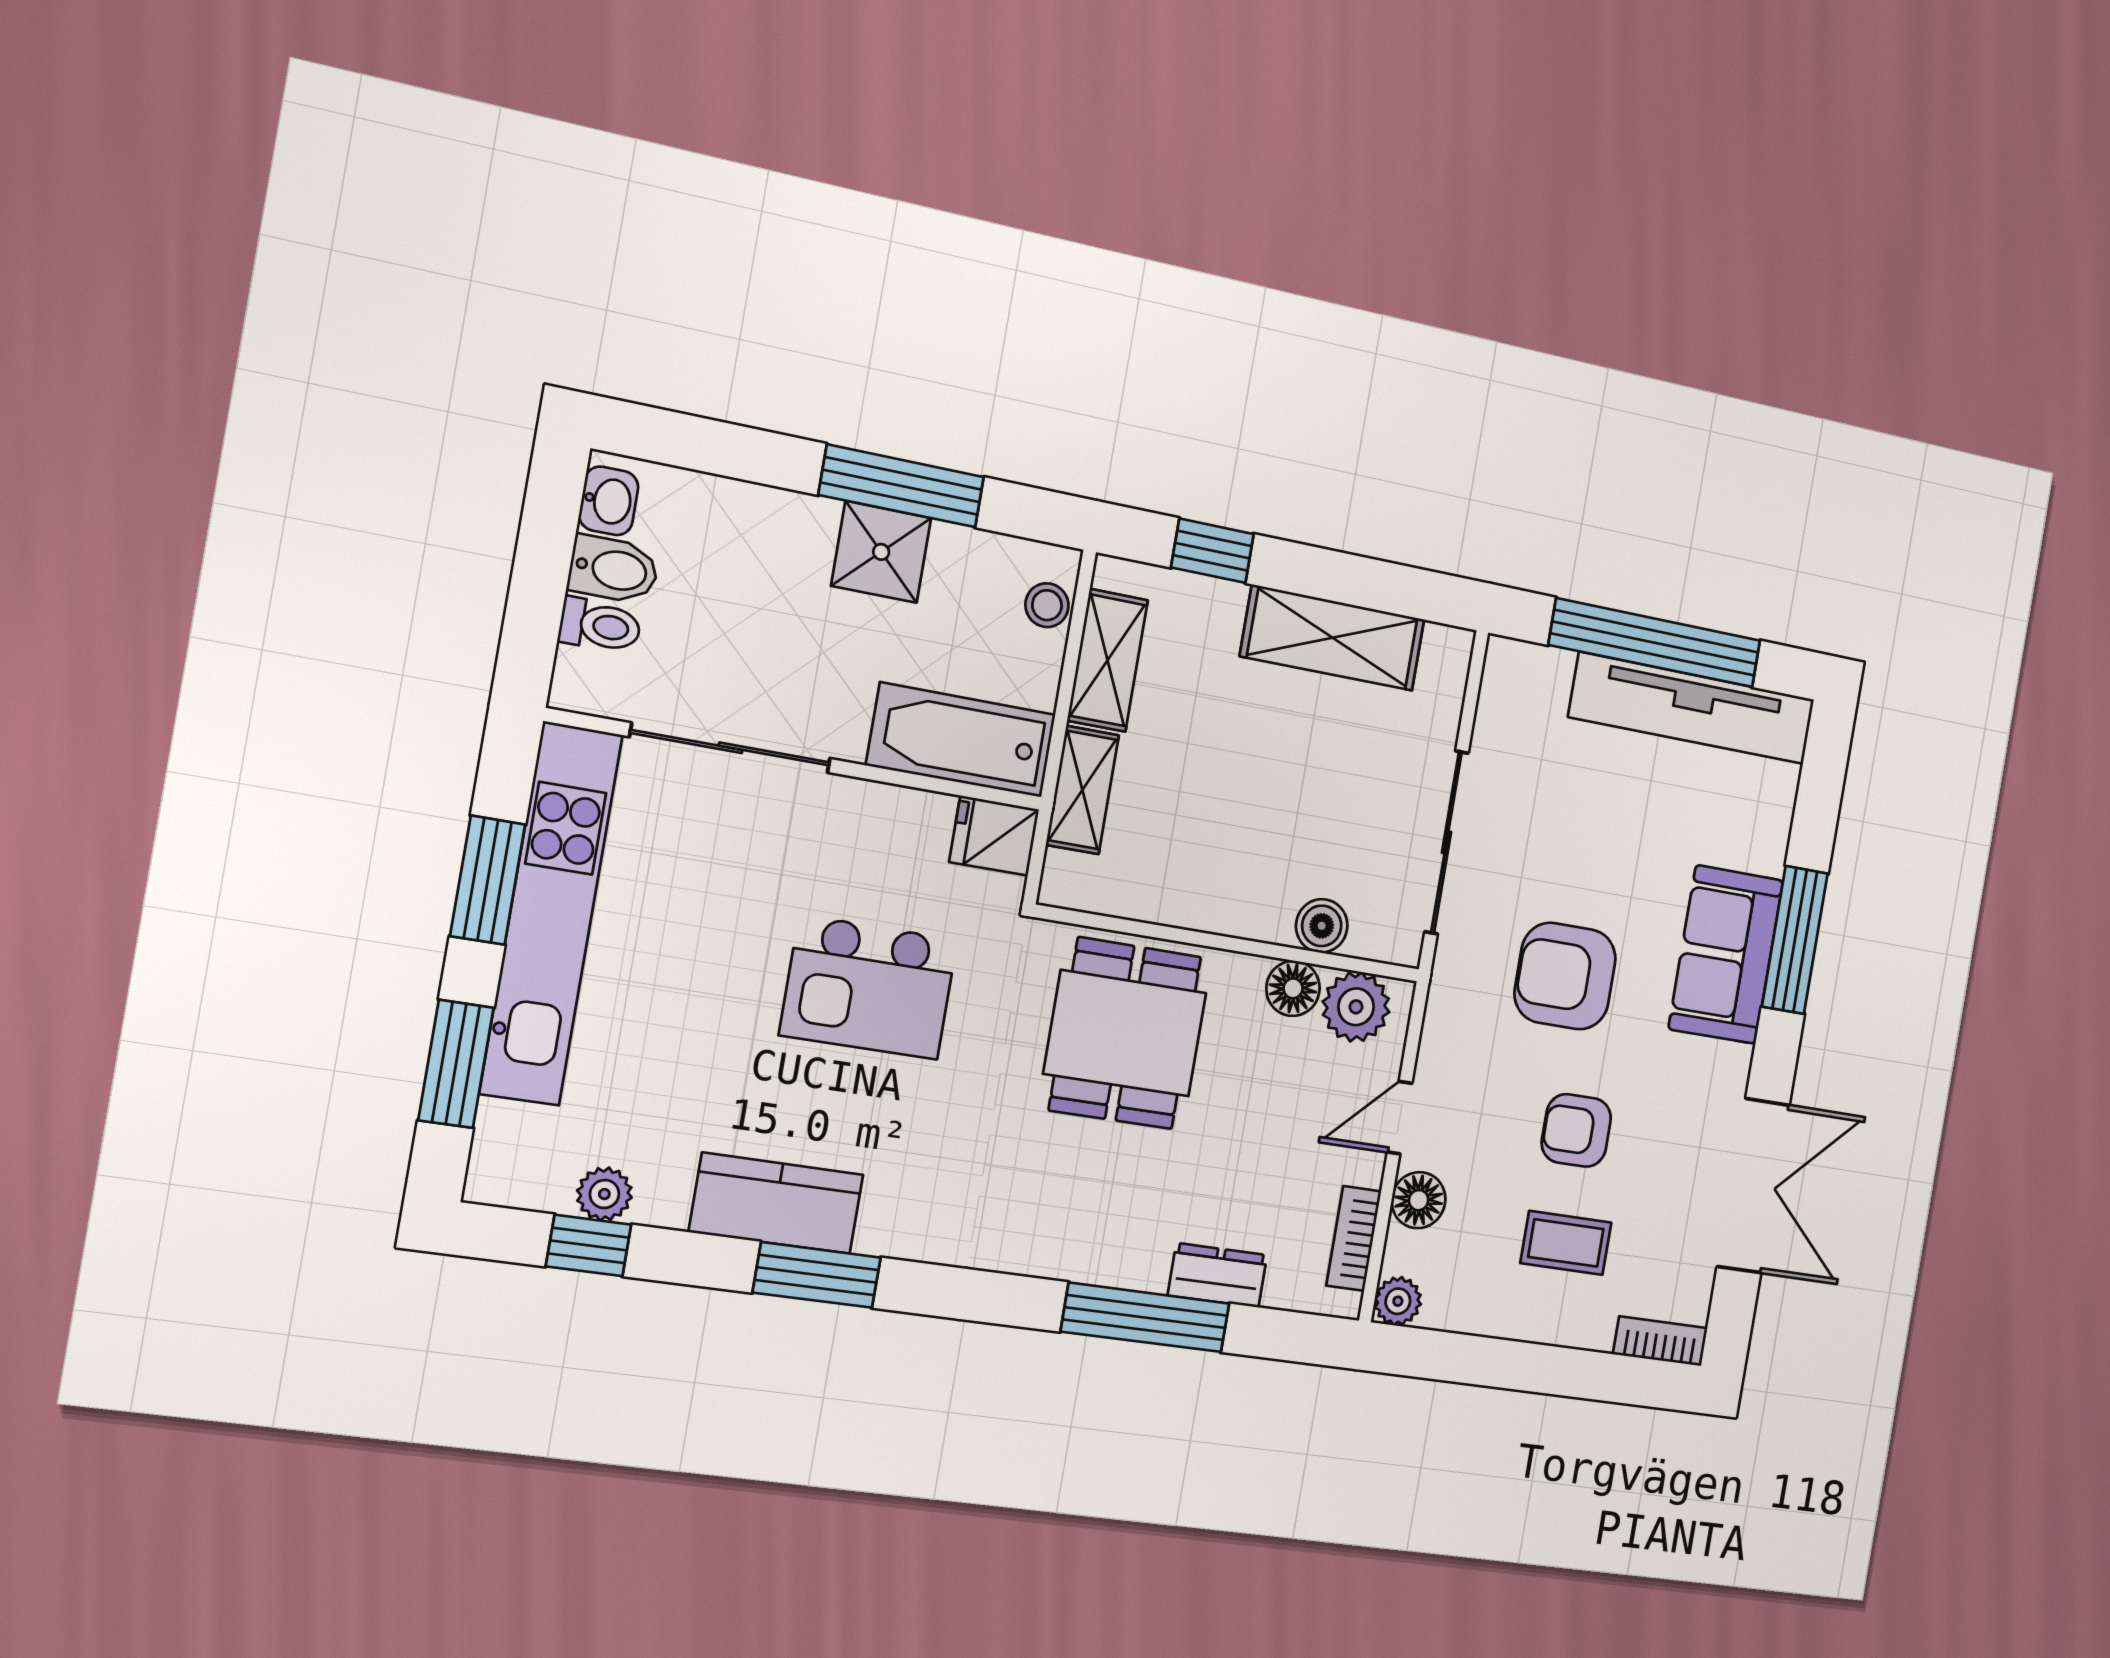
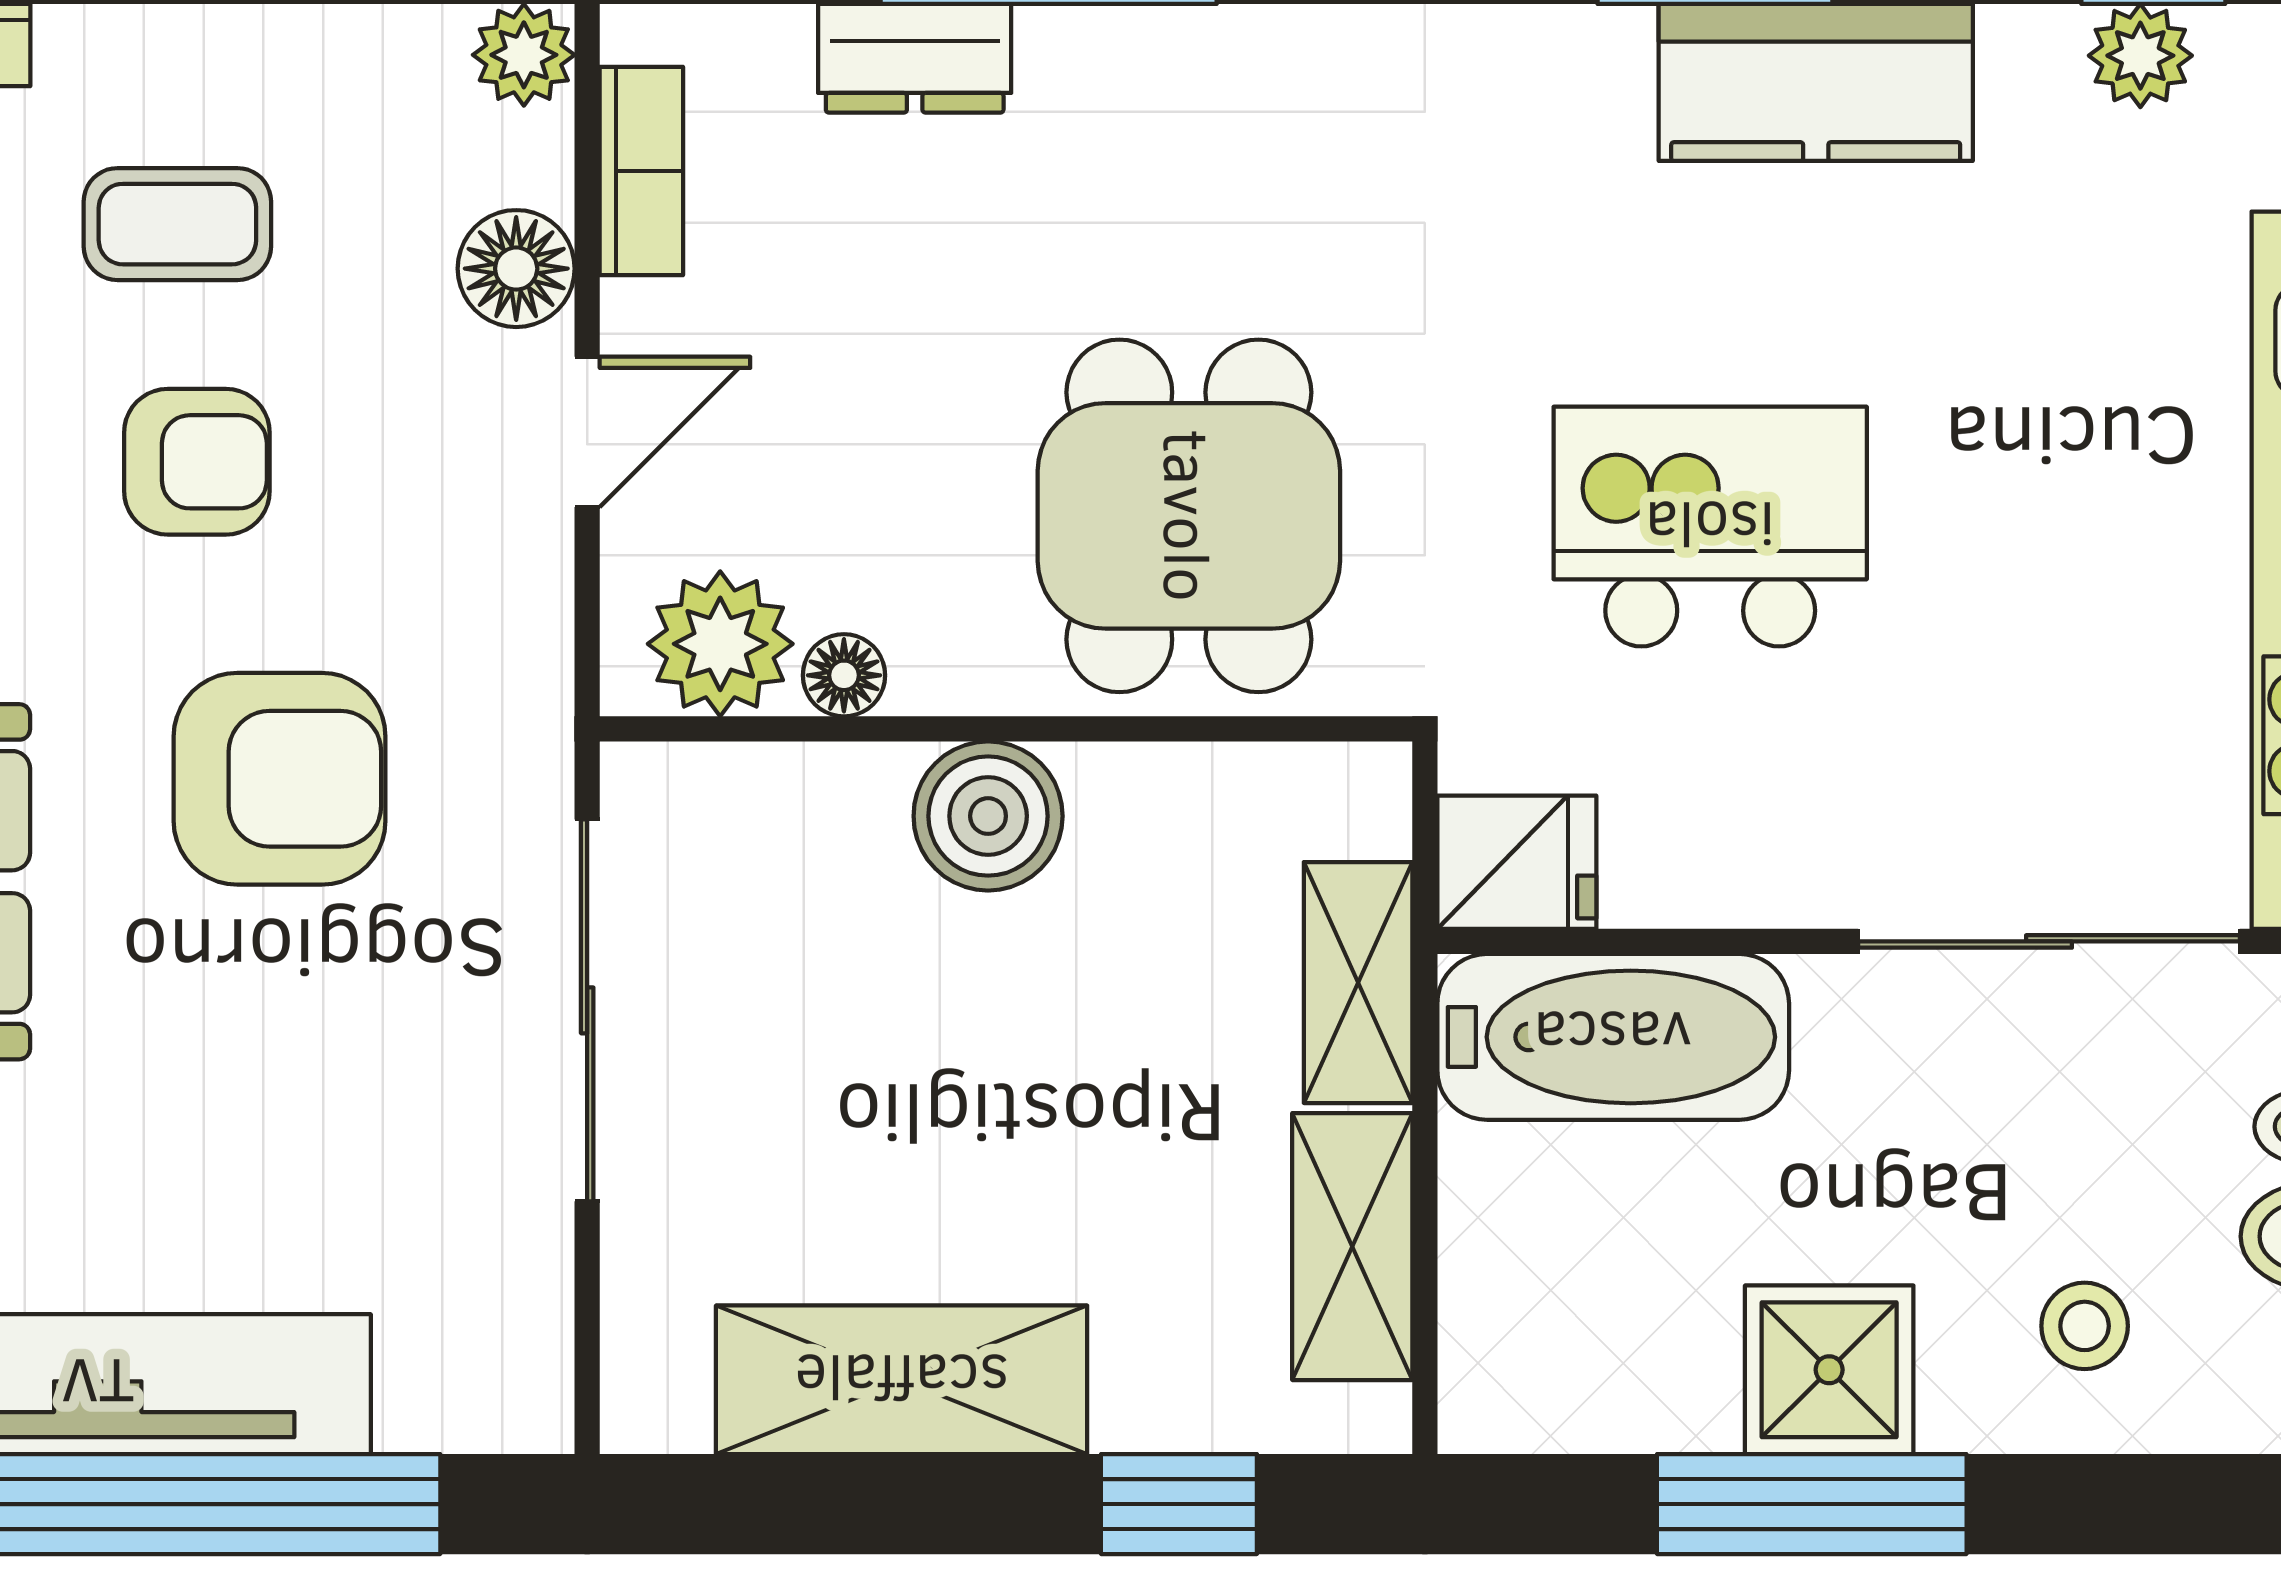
stool: (1047, 605) -> (2085, 1326), moved
boiler: (1322, 926) -> (988, 816), moved, width x1.36, depth x1.36
floor lamp: (1293, 988) -> (844, 675), width x0.73, depth x0.73

